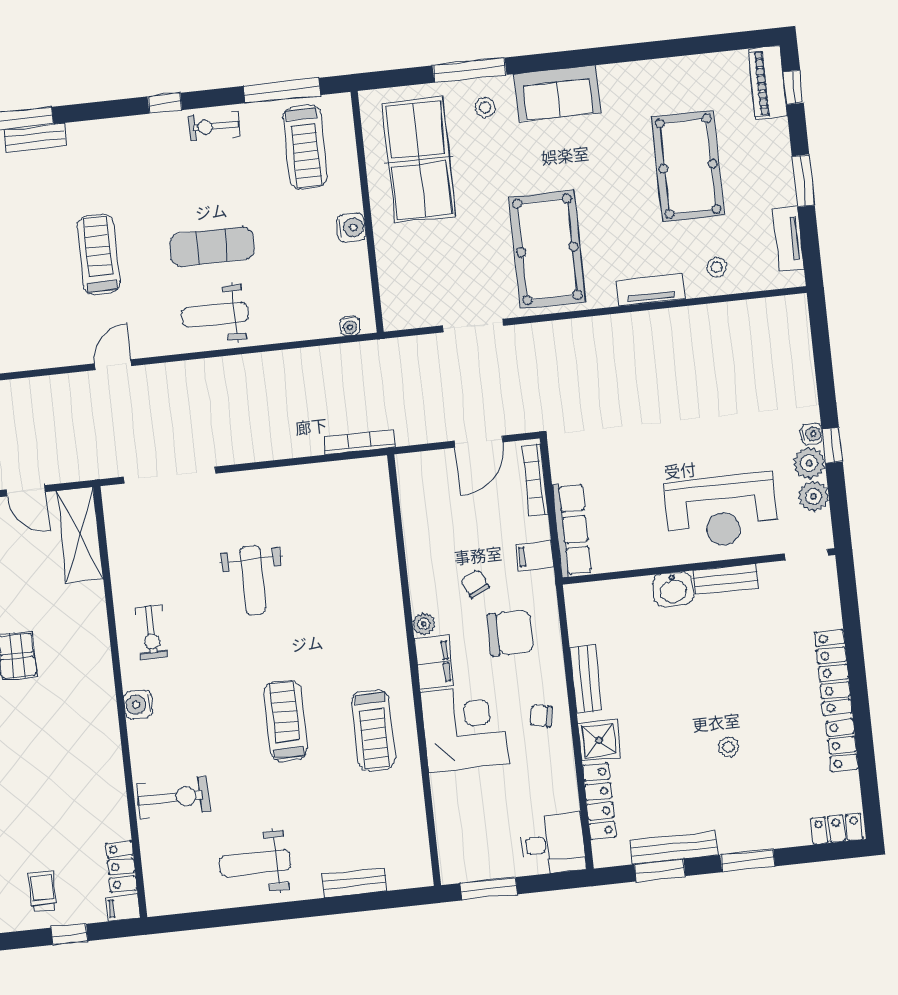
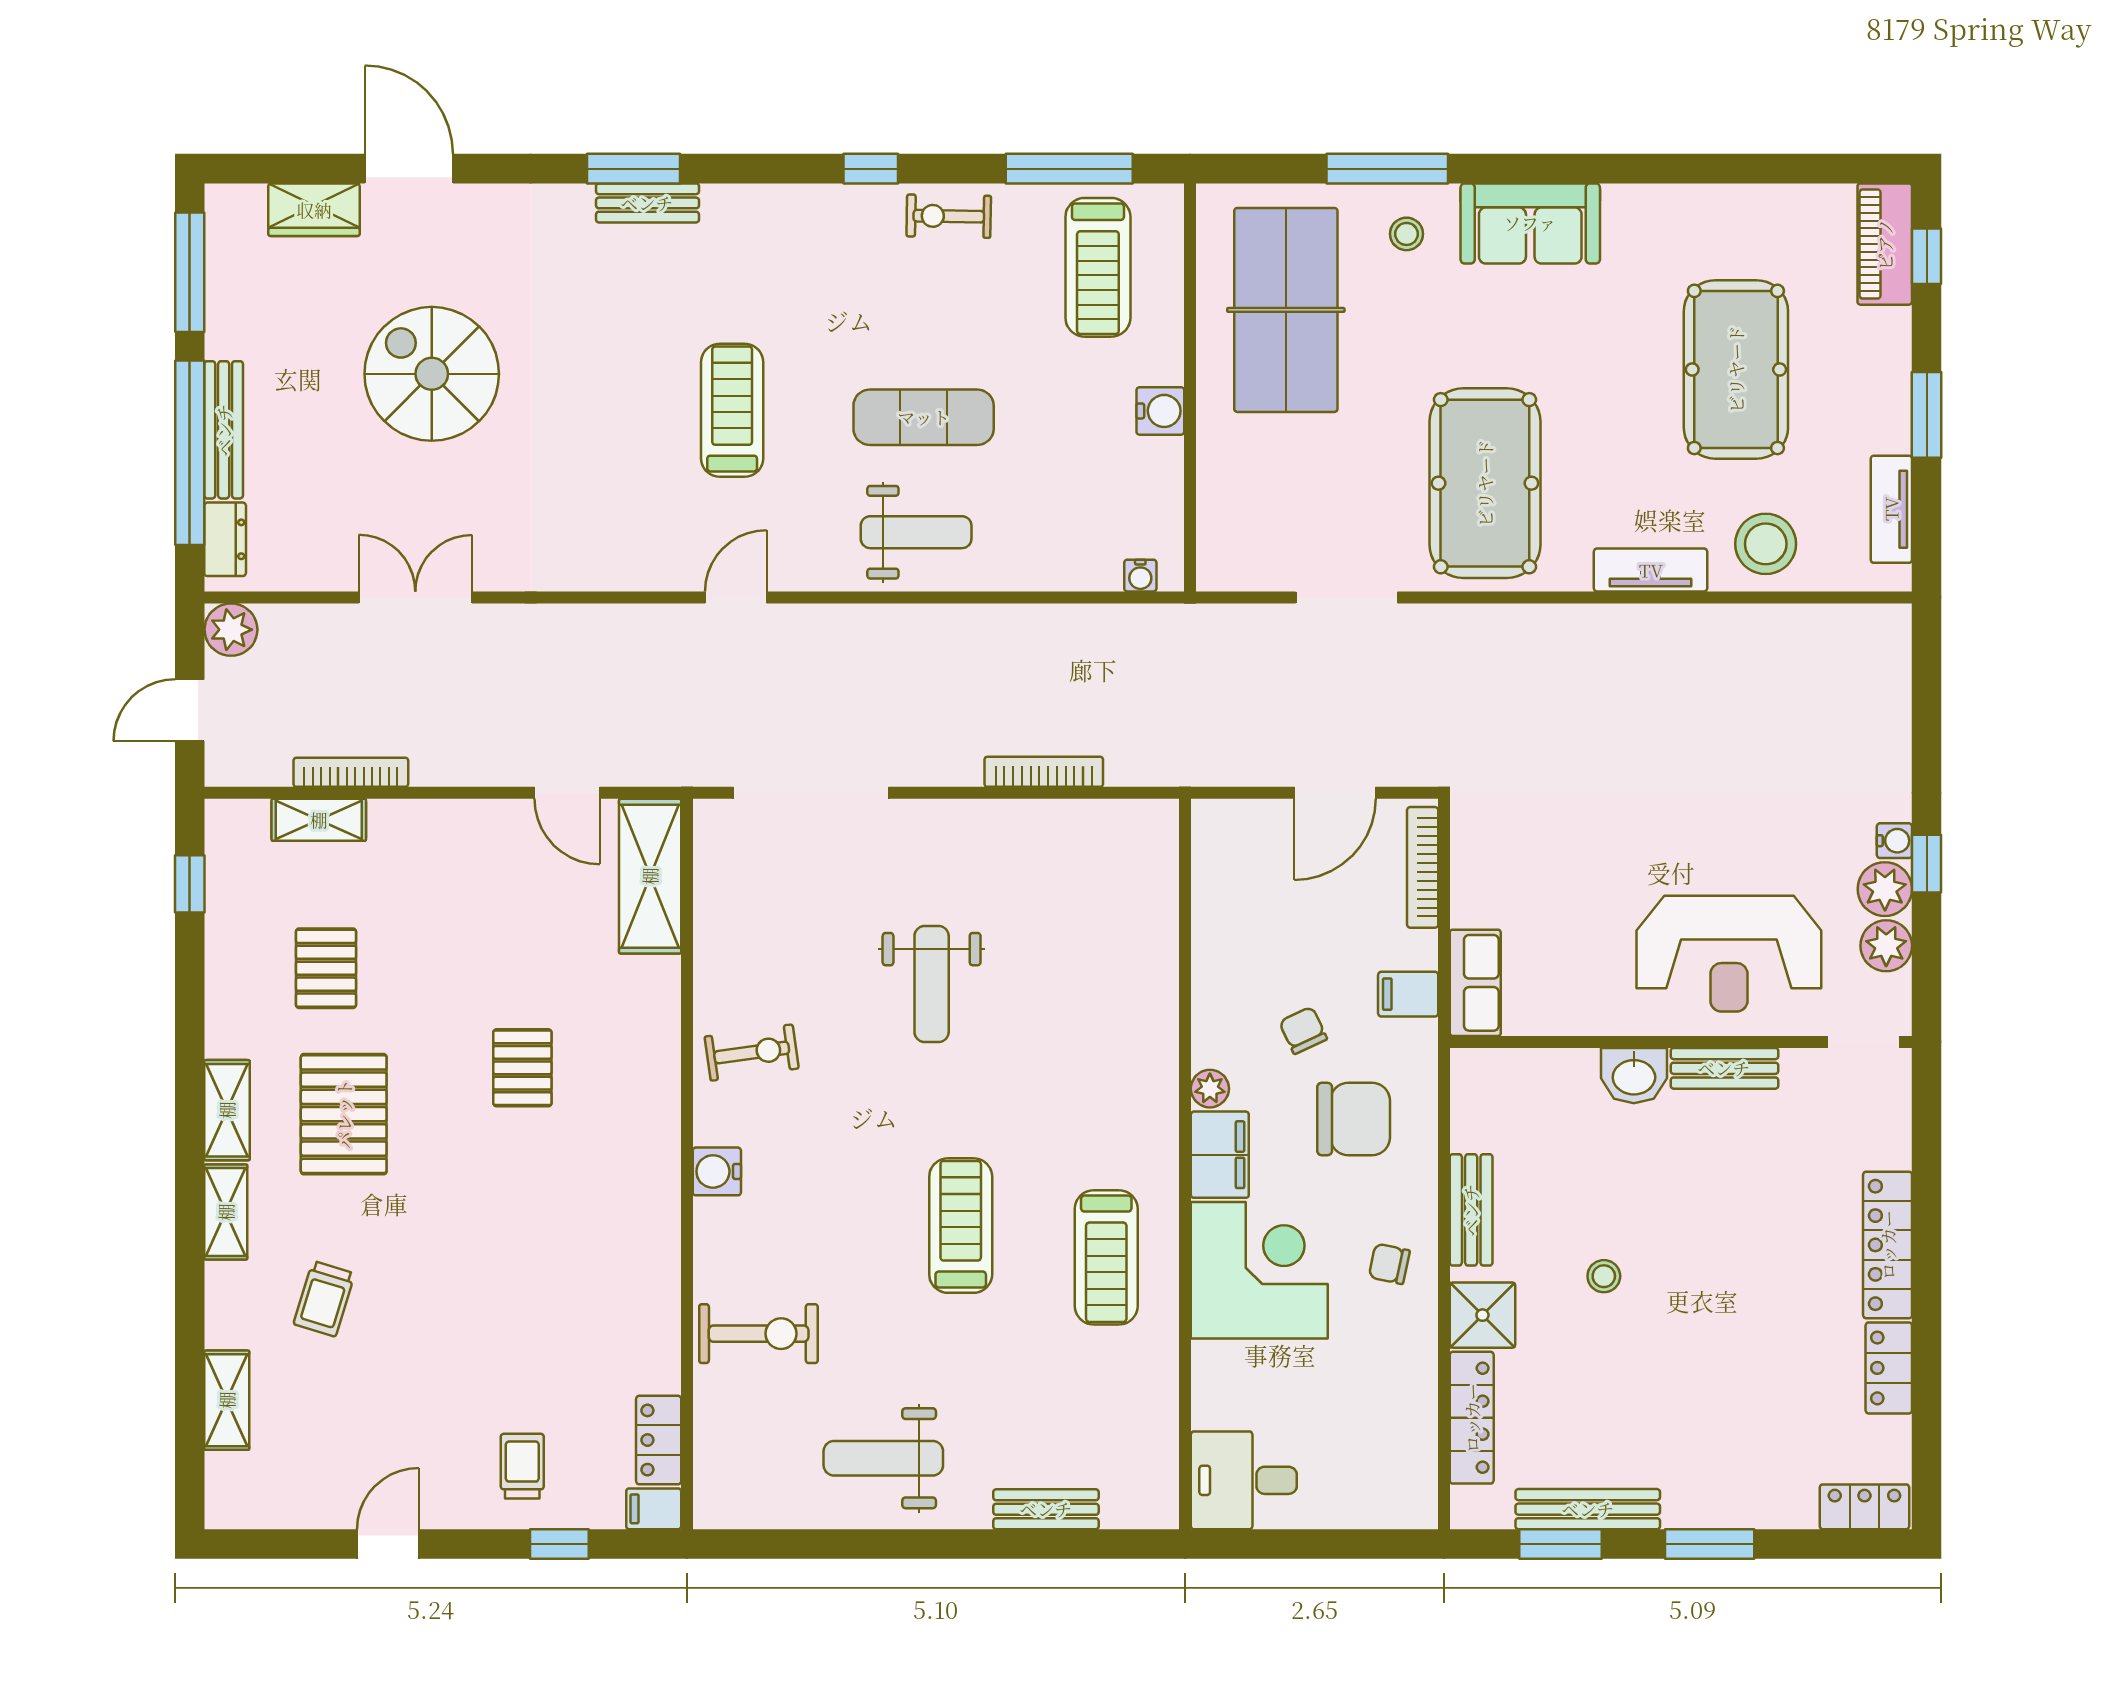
stool: (717, 267) -> (1766, 544), width x1.89, depth x1.89
weight bench: (215, 315) -> (916, 532), turned 180
bookcase: (359, 442) -> (1044, 772), moved
row of seats: (572, 530) -> (1475, 983), width x0.68
exercise bike: (151, 632) -> (752, 1053), turned -98
stool: (729, 747) -> (1604, 1276), moved
desk: (552, 844) -> (1244, 1480), moved, turned 180
window: (489, 889) -> (1271, 1544), removed

